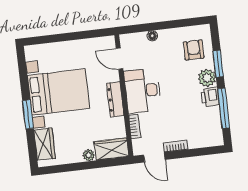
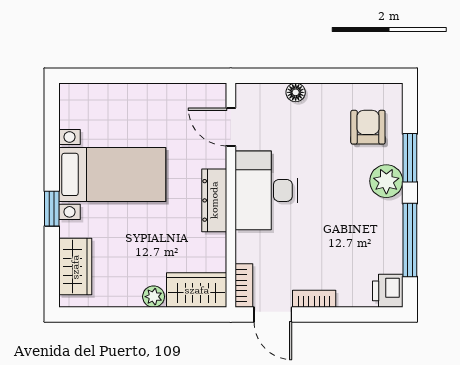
bed with nightstands: (59, 92) -> (112, 174), width x0.73
printer: (210, 97) -> (388, 291), moved
window: (28, 114) -> (52, 209), width x0.67
bookcase: (135, 127) -> (244, 285), moved

